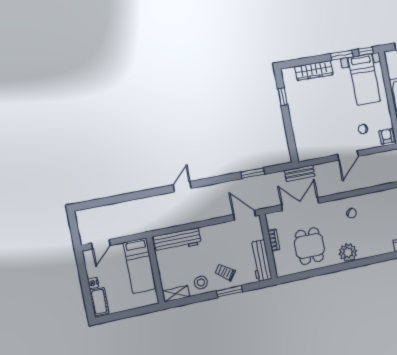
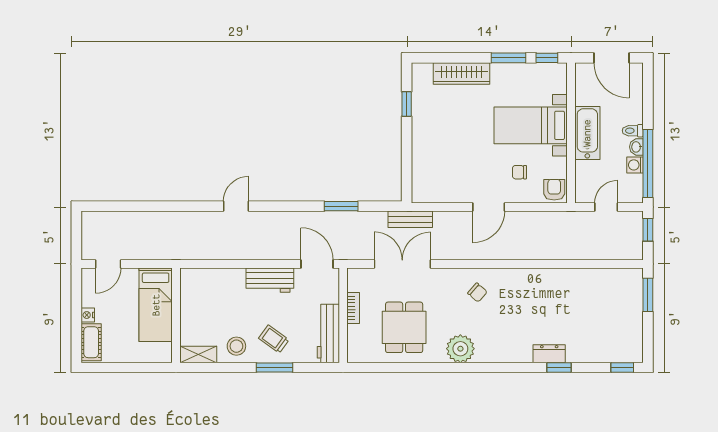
bed with nightstands: (364, 79) -> (531, 125), moved, turned 90
workbench: (177, 240) -> (270, 280), moved, width x0.73

